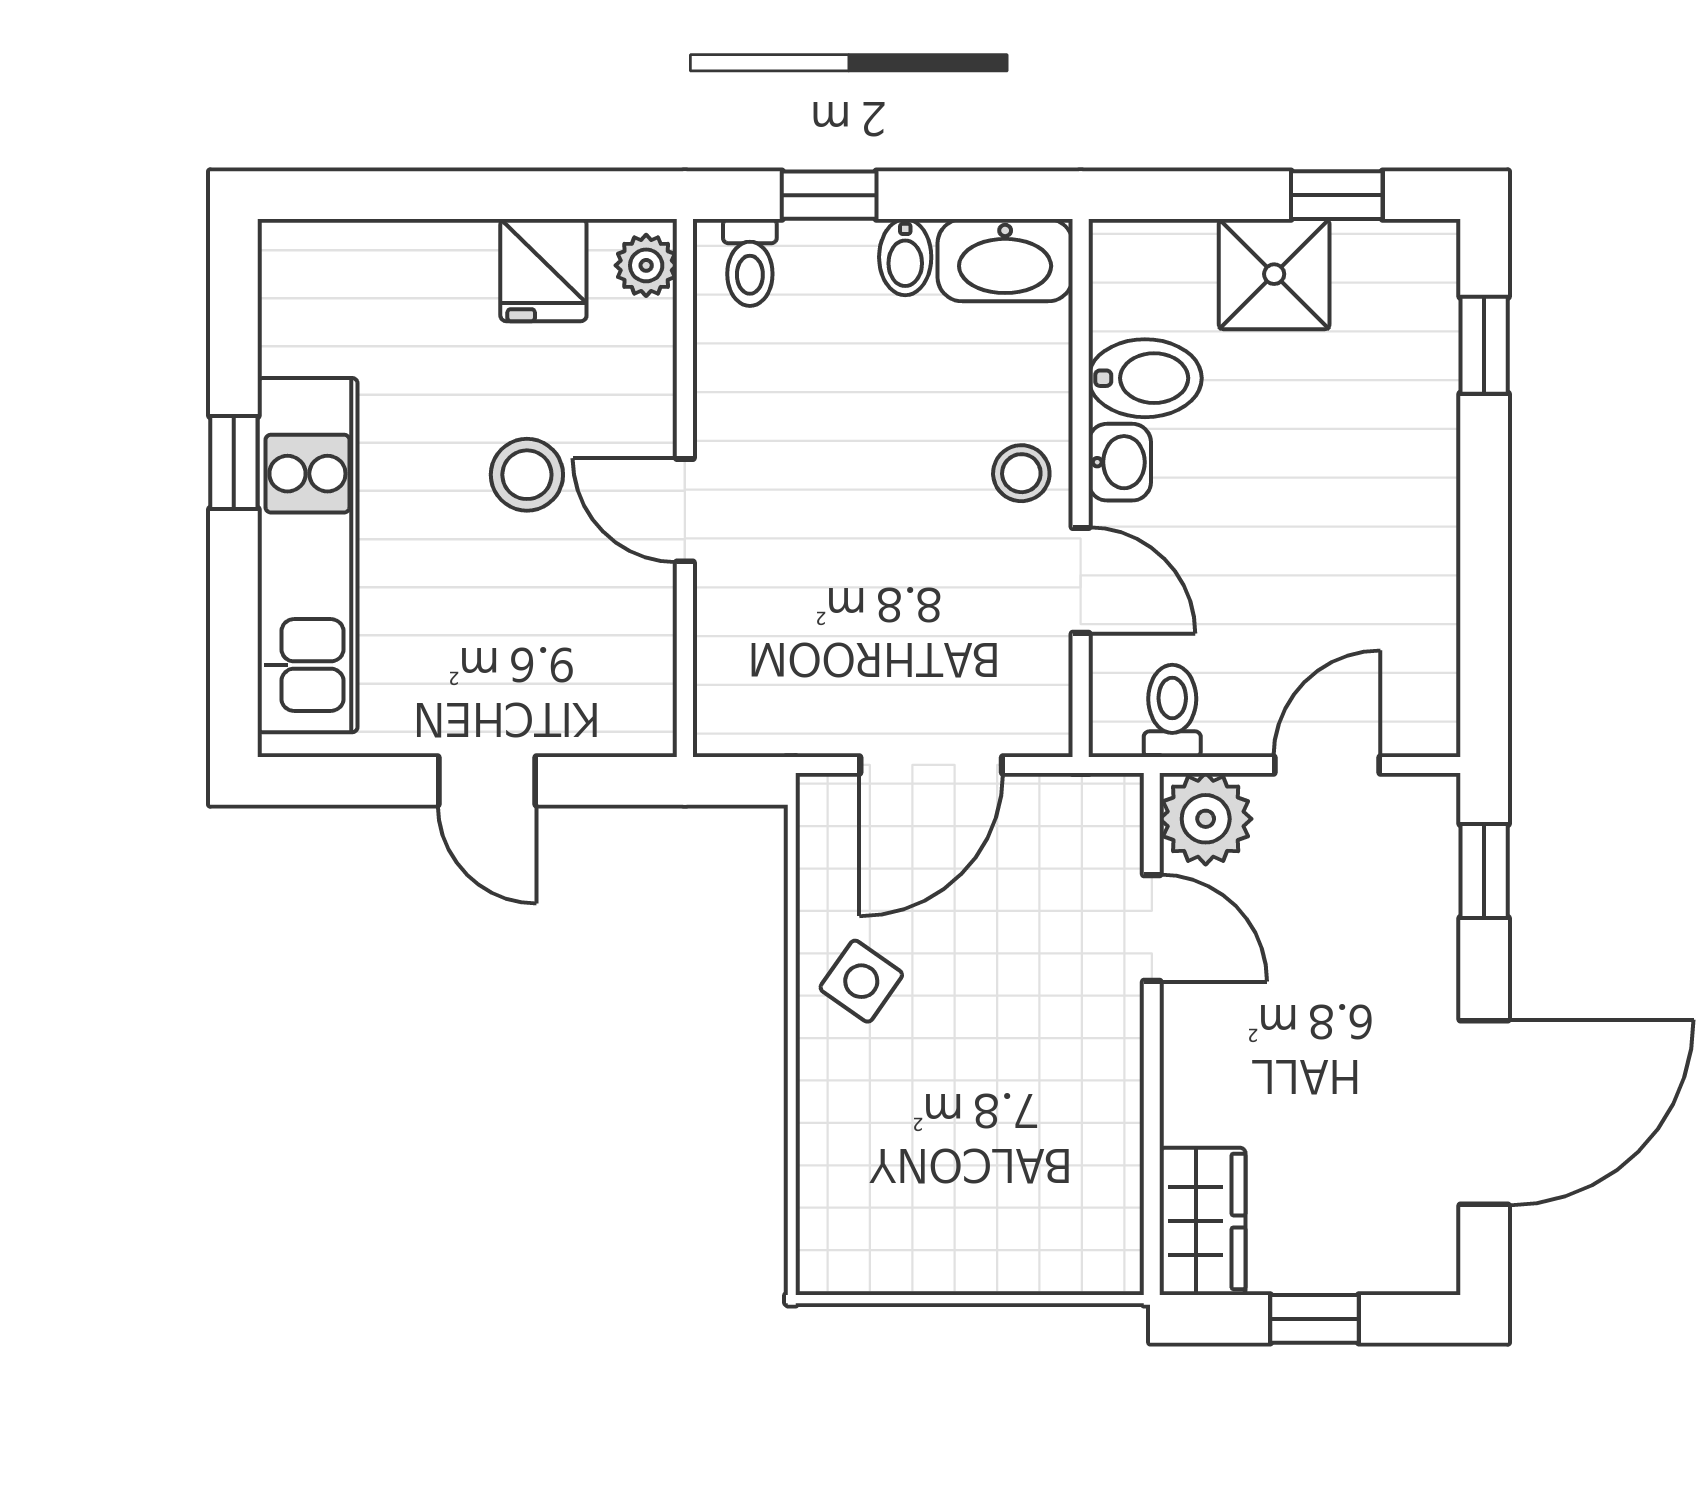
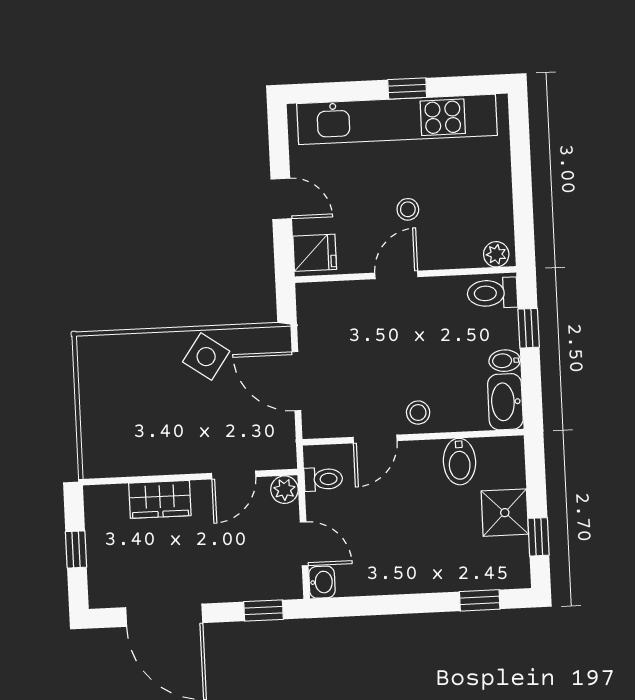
toilet: (750, 263) -> (492, 293), width x1.37, depth x1.39
fridge: (543, 270) -> (315, 253), moved, turned 180
washbasin: (1120, 462) -> (322, 582), moved, turned -90
stool: (527, 475) -> (408, 209), width x0.73, depth x0.73
kitchen unit: (307, 555) -> (397, 119), width x1.36
door: (487, 781) -> (281, 199), swing flipped
plant: (1206, 819) -> (284, 490), width x0.73, depth x0.73
side table: (861, 981) -> (206, 357), width x1.37, depth x1.37
wardrobe: (1203, 1221) -> (160, 499), moved

